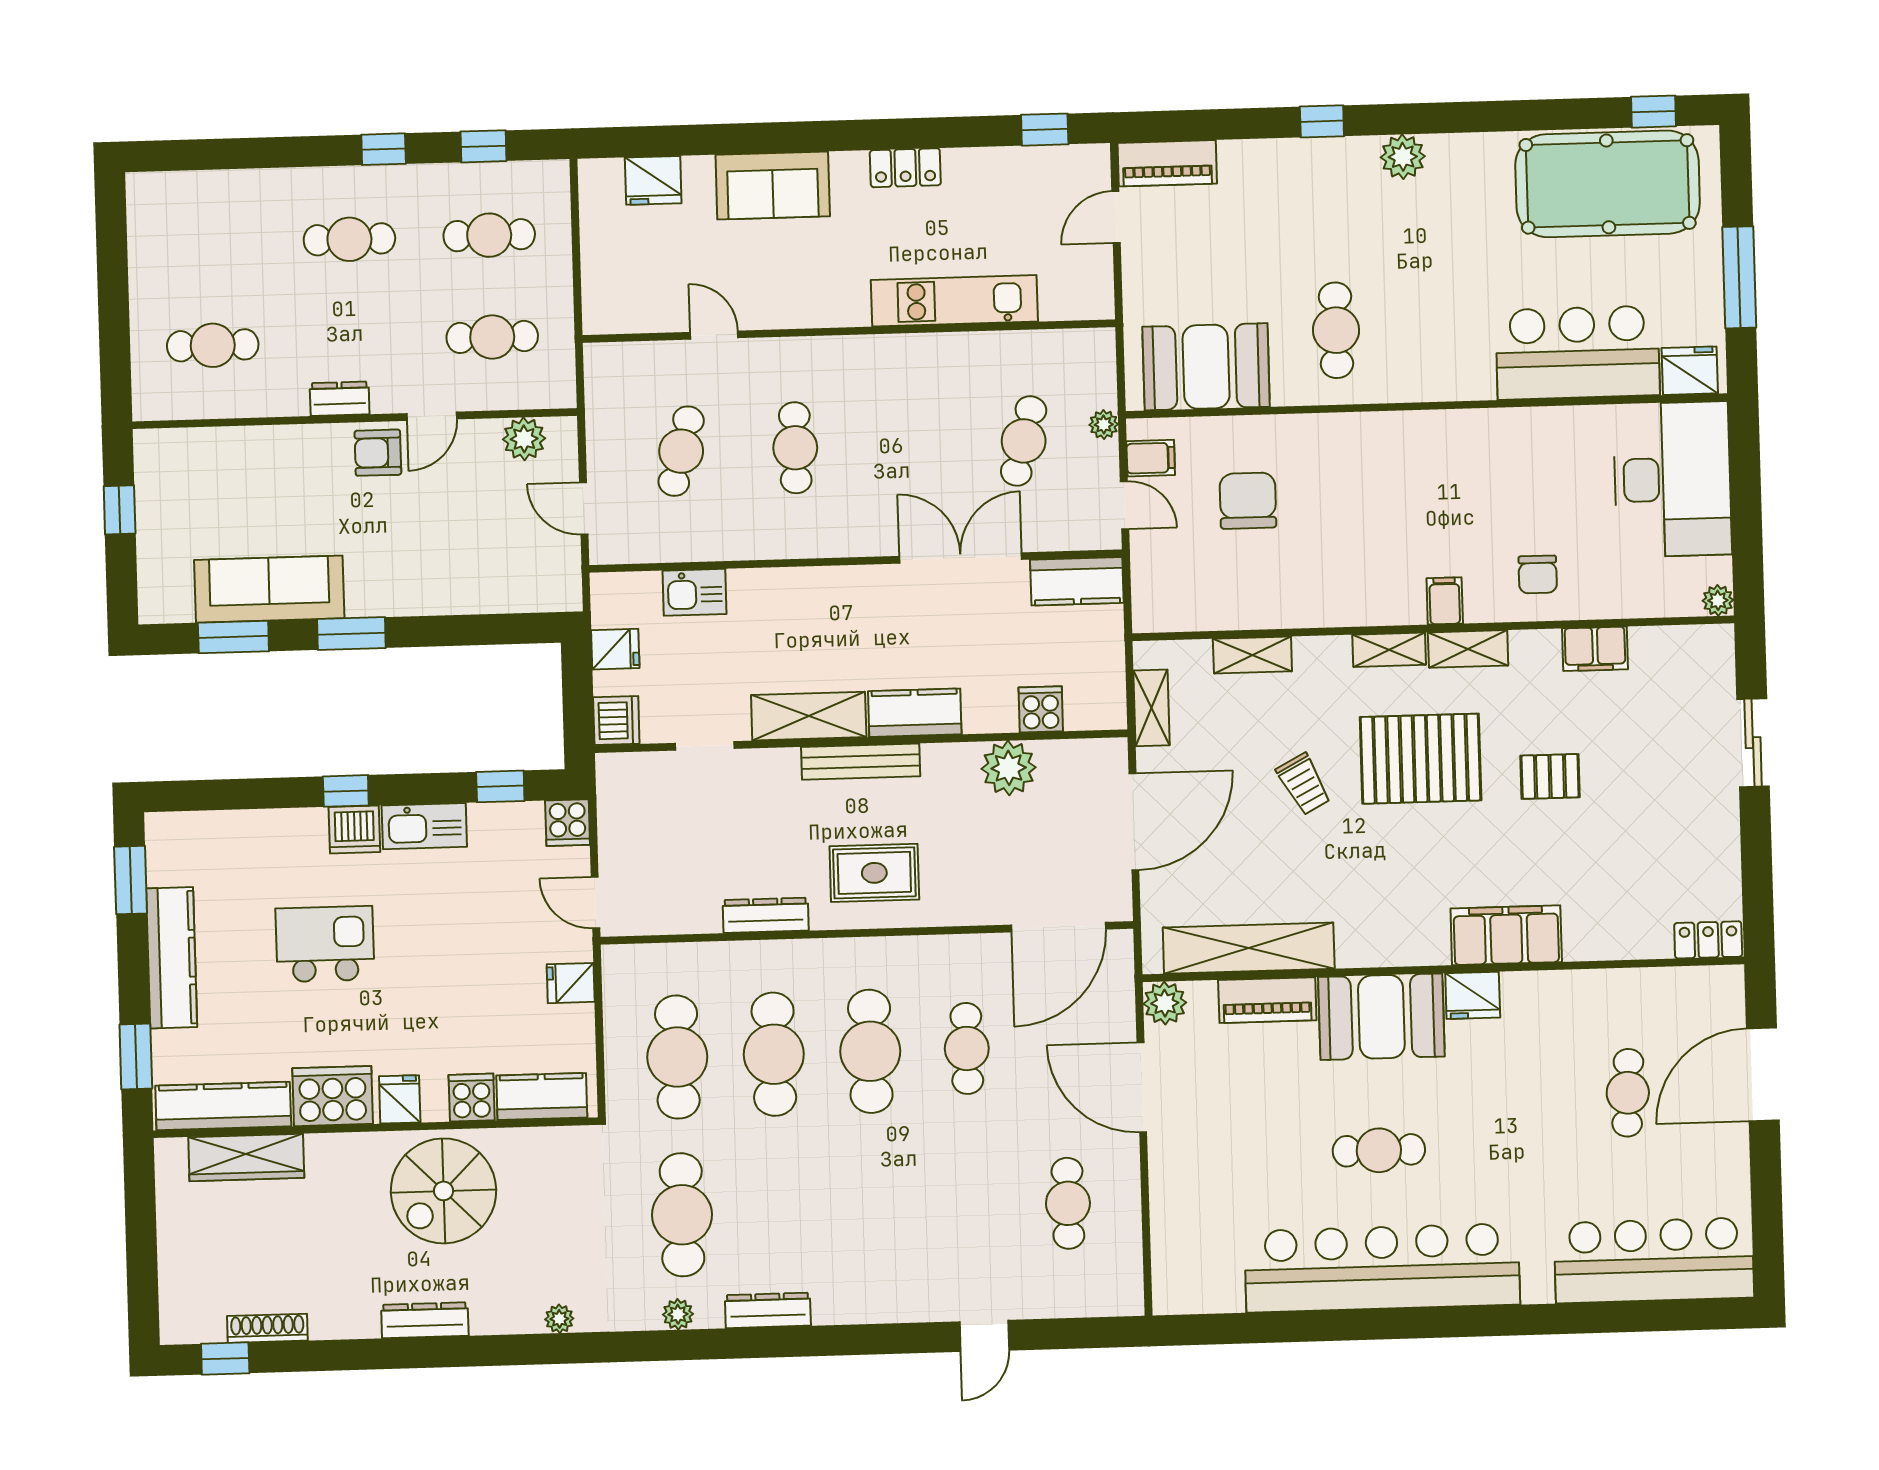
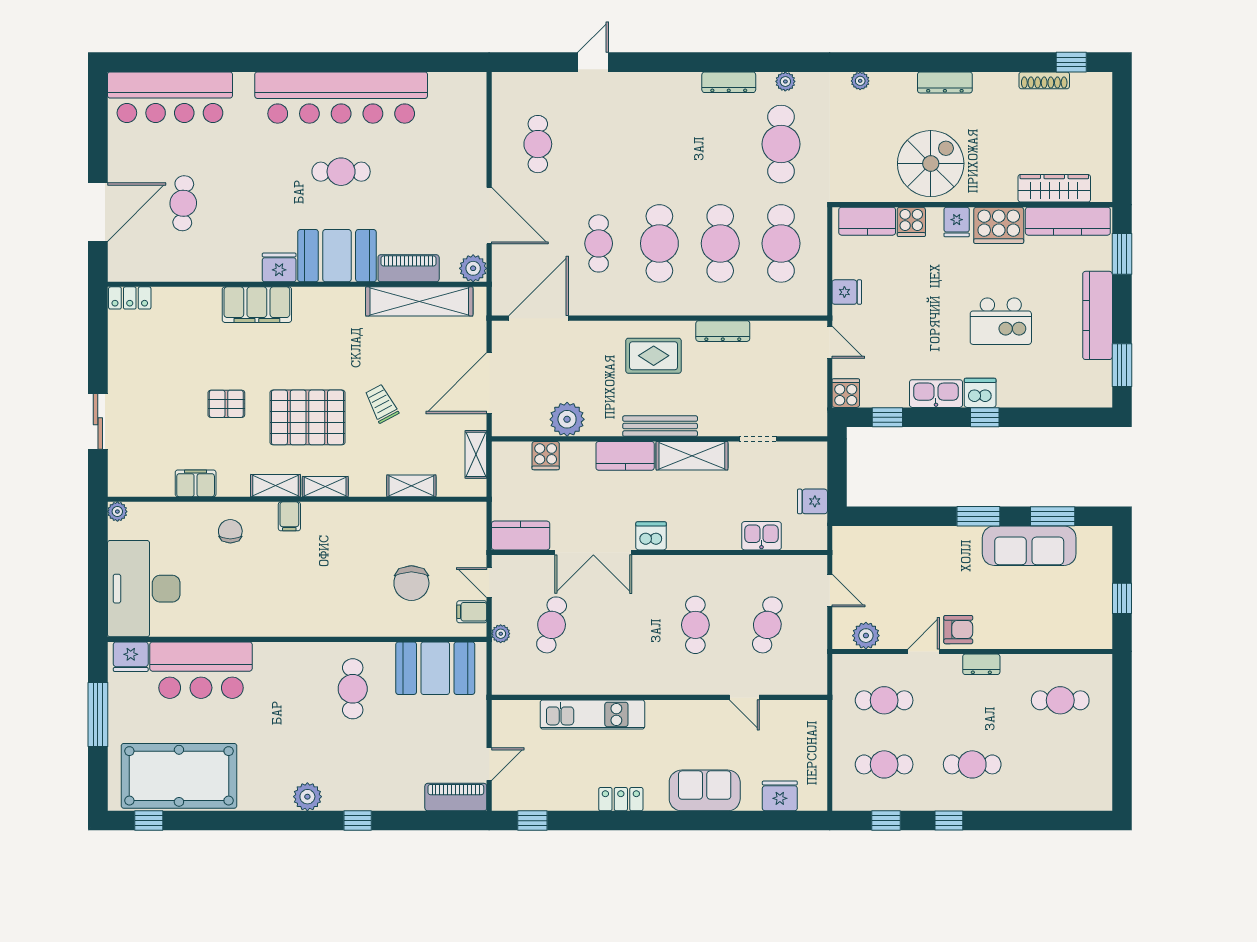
dishwasher: (616, 721) -> (651, 536), moved, turned 90

